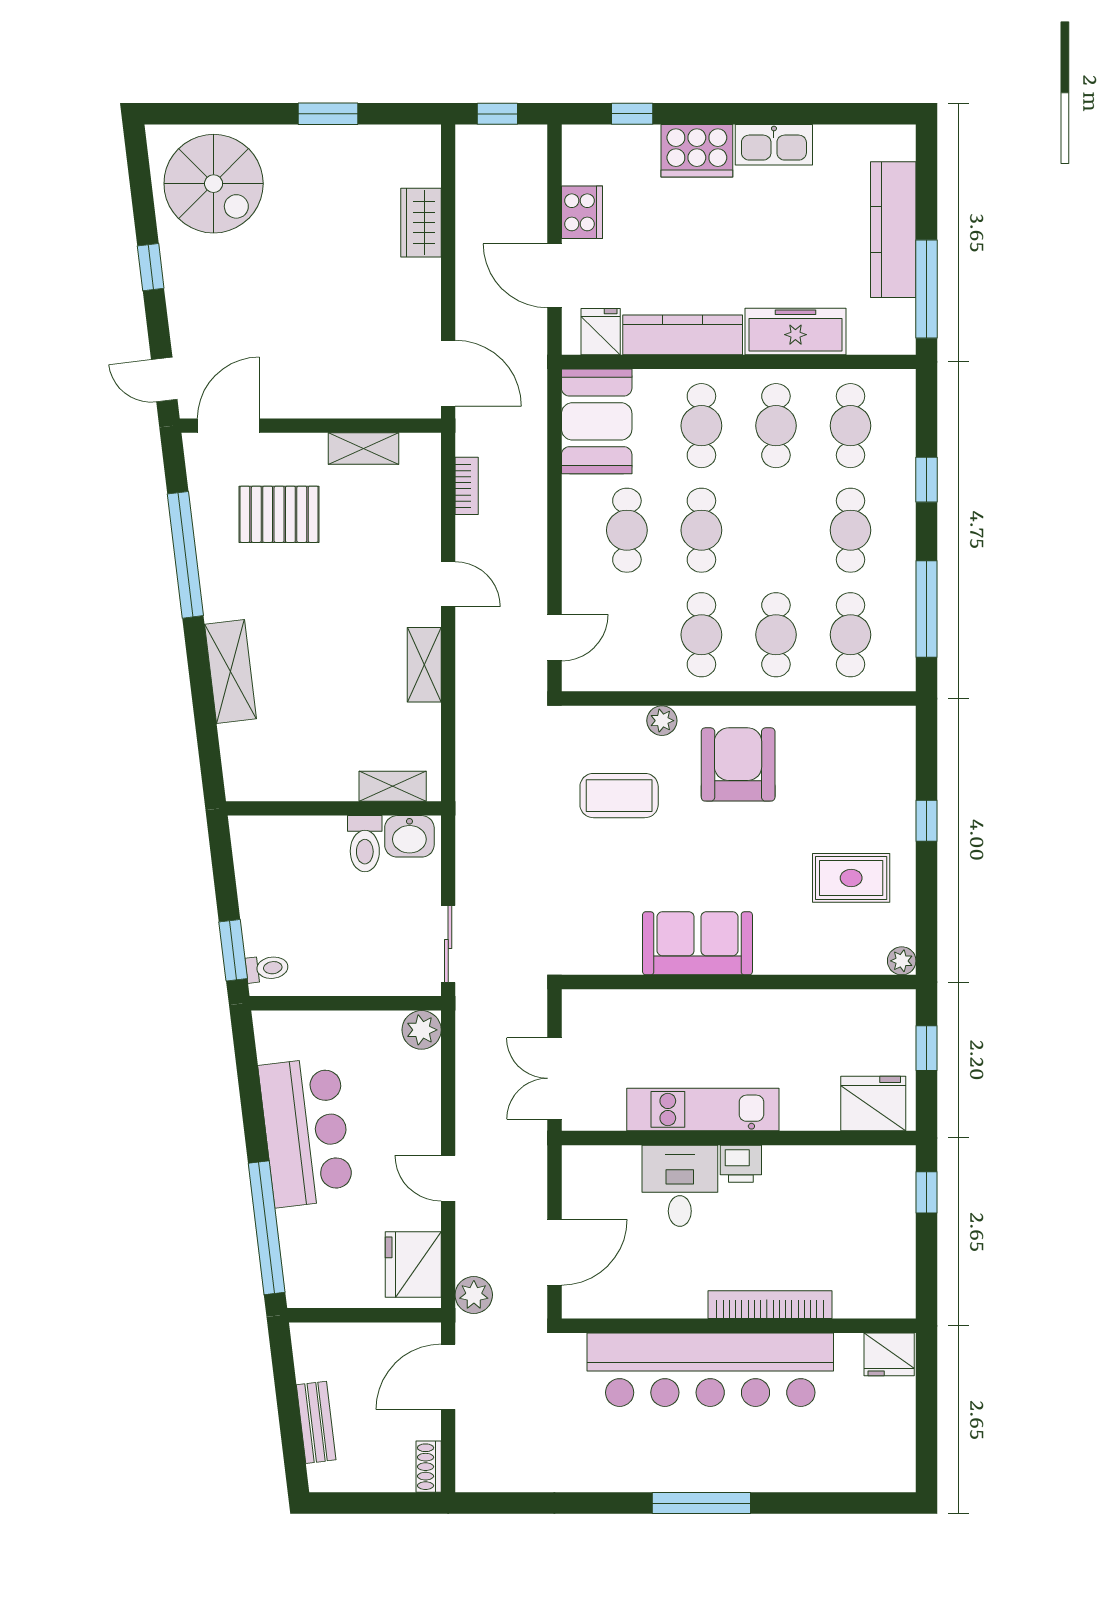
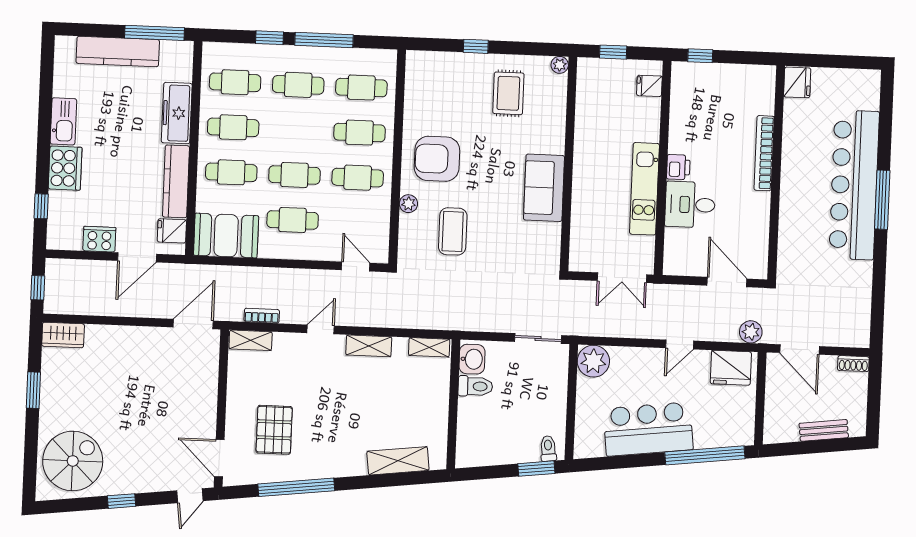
wardrobe: (421, 223) -> (63, 335), moved
shelving: (363, 449) -> (251, 340), moved, turned 90
window: (927, 609) -> (324, 40), moved
shelving: (230, 672) -> (398, 461), moved
shelving: (393, 786) -> (429, 347), moved, turned 90
plant: (422, 1030) -> (593, 361), width x1.36, depth x1.36
fridge: (873, 1103) -> (649, 86), width x0.53, depth x0.75
bar counter: (710, 1370) -> (854, 185), moved, turned 180

